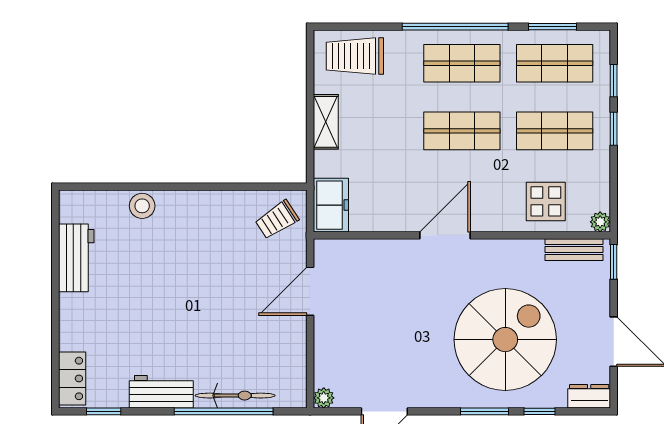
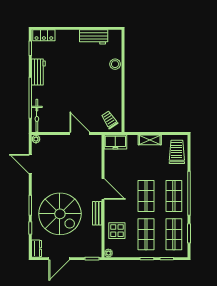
bench: (574, 250) -> (97, 213), moved
bicycle: (235, 396) -> (37, 116), moved

